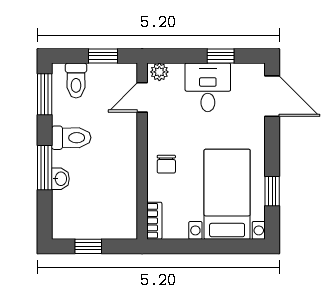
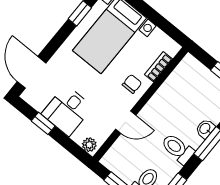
door: (142, 97) -> (126, 122), moved
bookcase: (154, 221) -> (158, 67), moved

